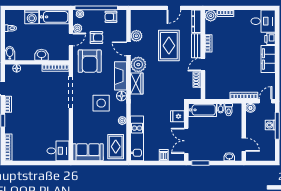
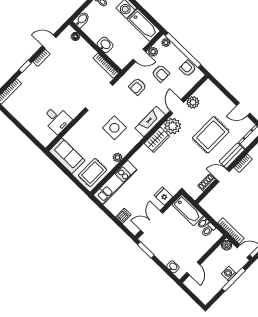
armchair: (90, 61) -> (138, 87), width x0.53, depth x0.53
floor lamp: (122, 96) -> (136, 138), removed
desk: (58, 151) -> (57, 119), moved

